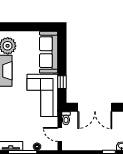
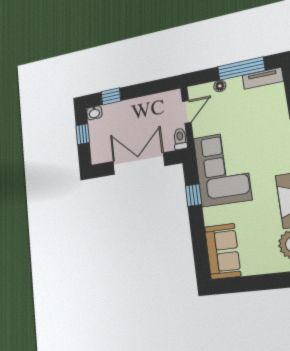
sofa: (49, 52) -> (223, 251), width x0.73
door: (60, 134) -> (187, 112), hinge flipped

